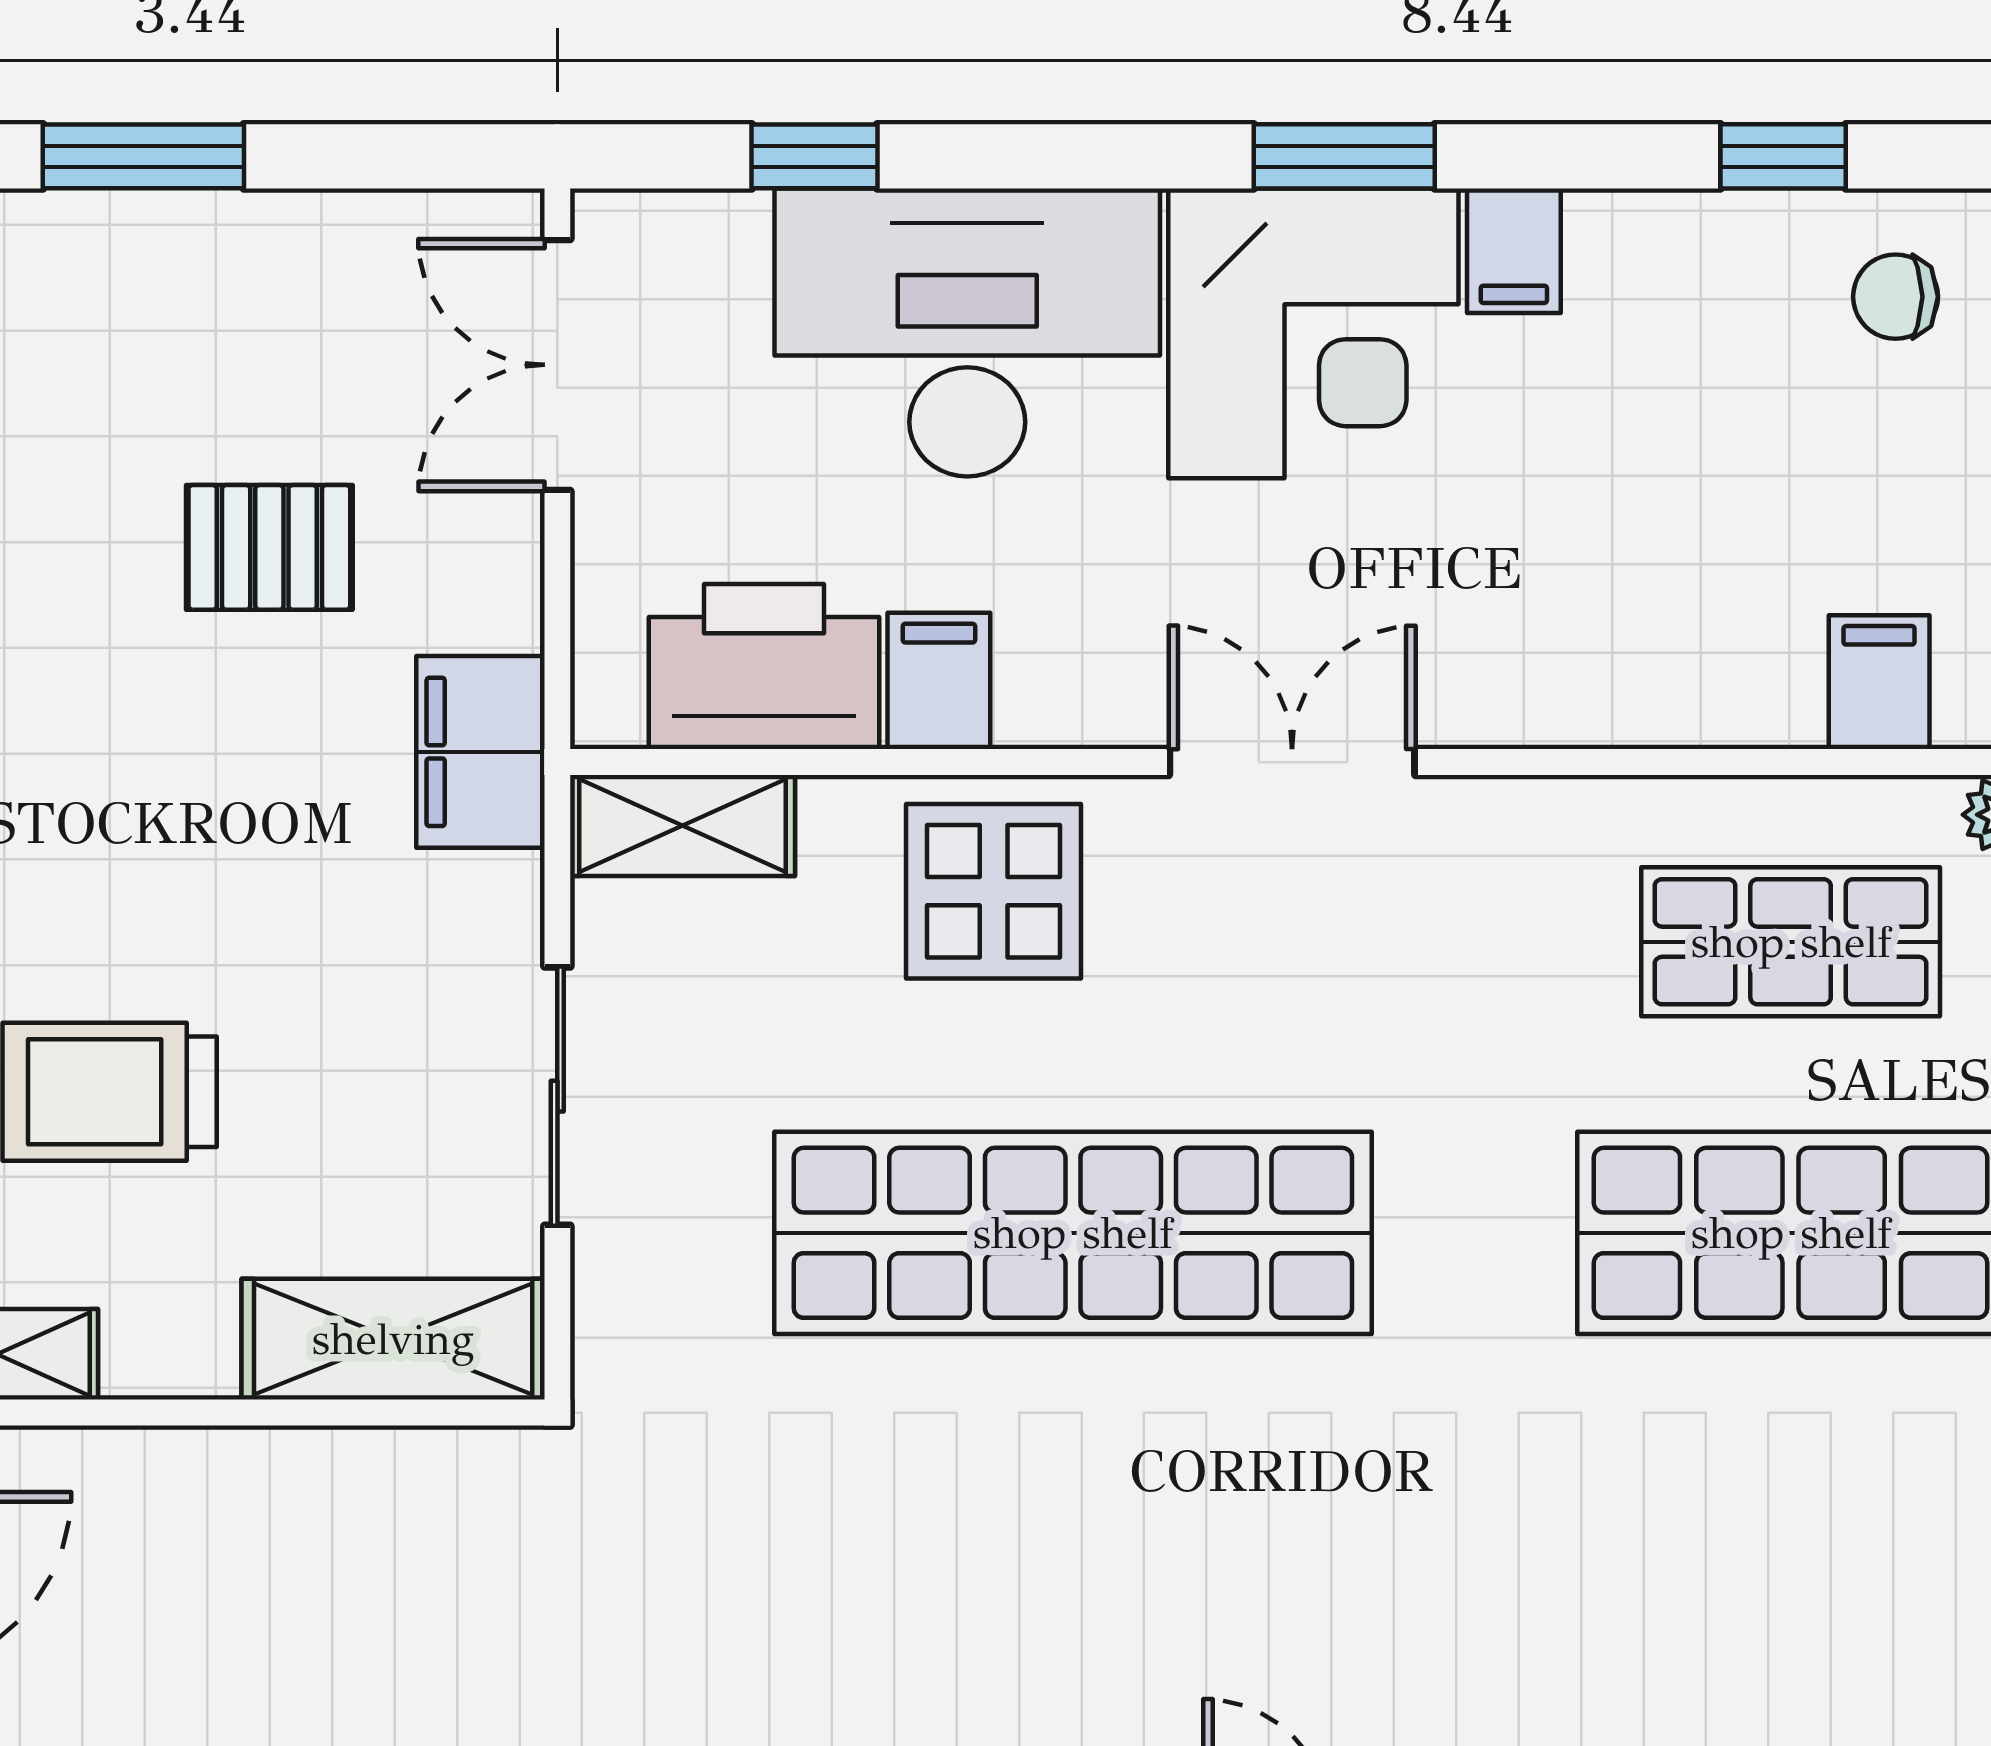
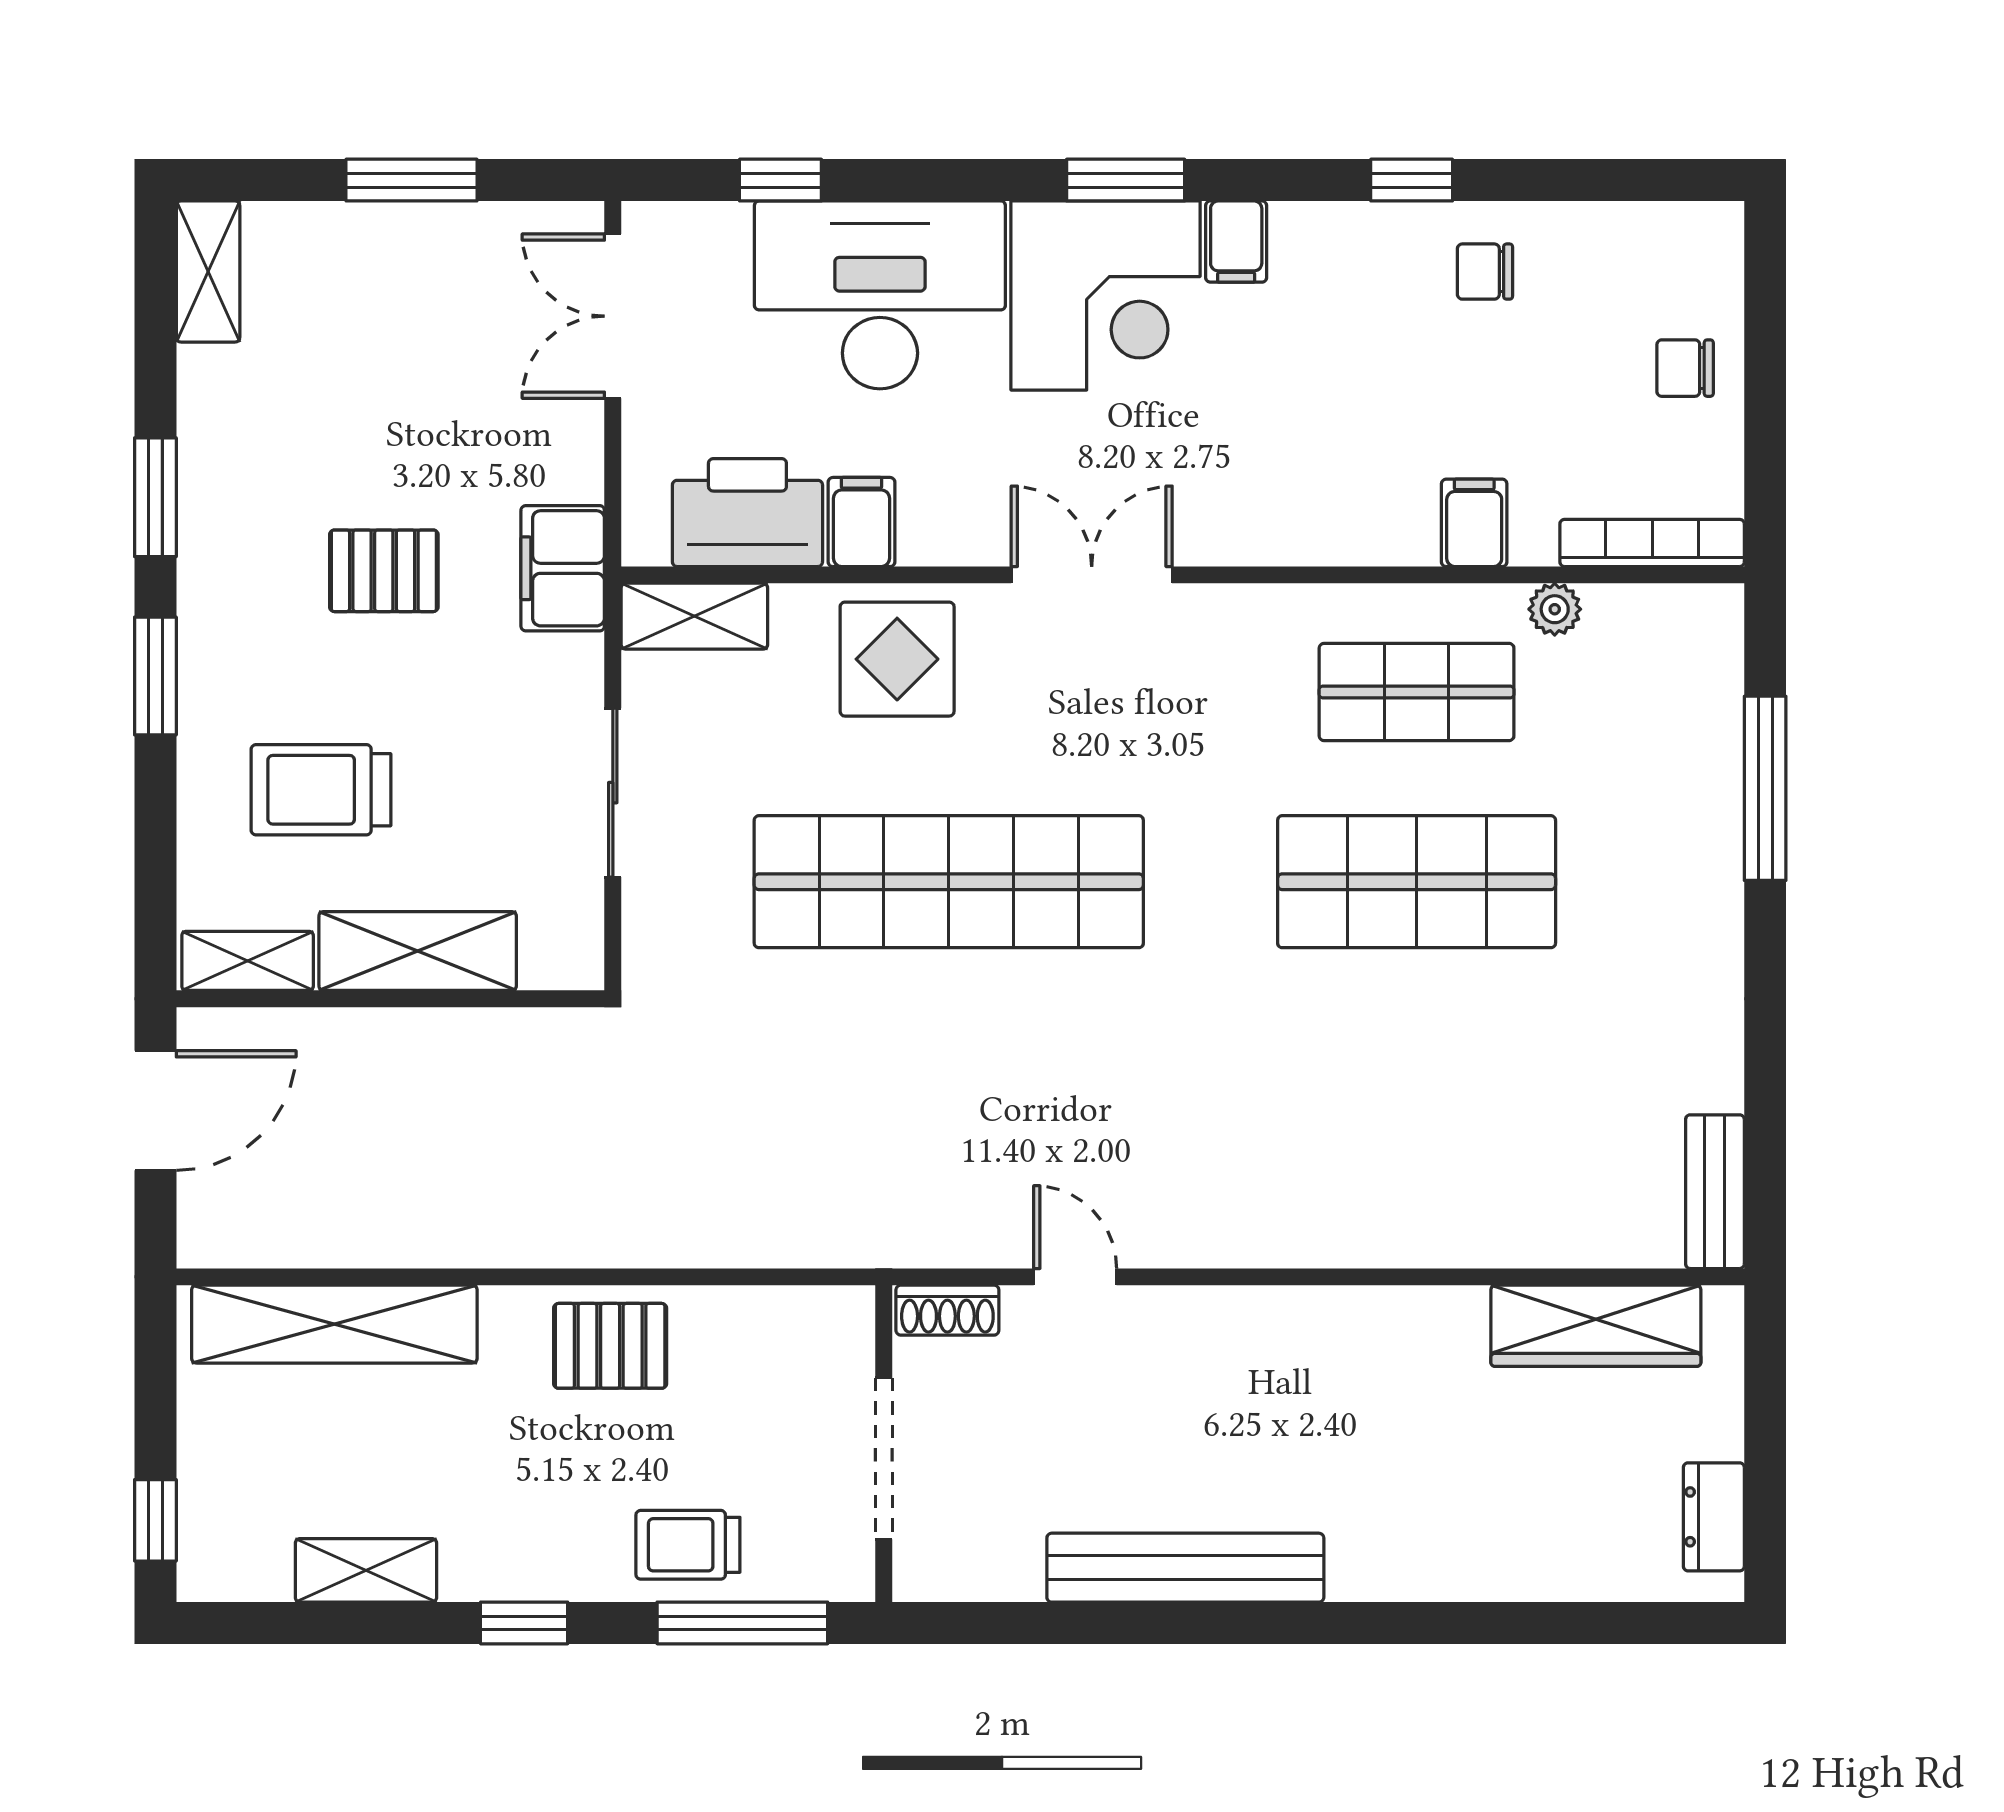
window: (143, 156) -> (411, 180), moved
pallet: (269, 547) -> (384, 571), moved
shelving: (393, 1339) -> (418, 951), moved

